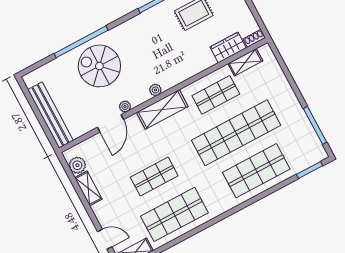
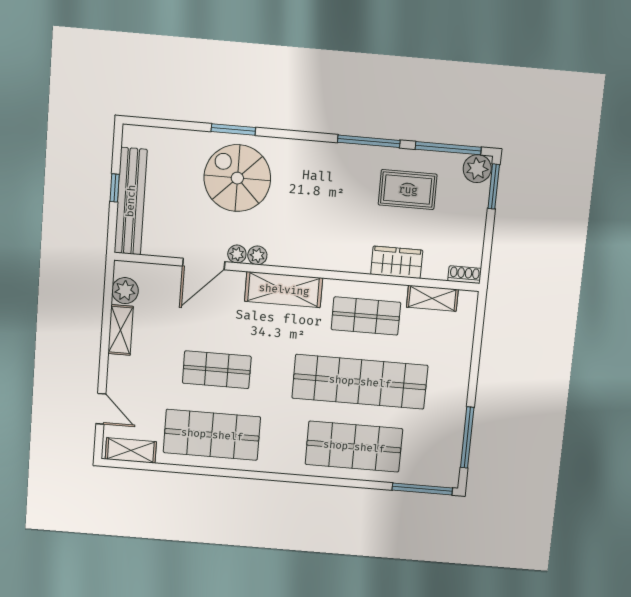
window: (81, 42) -> (233, 129), width x0.47
wardrobe: (228, 48) -> (397, 262), moved
plant: (155, 90) -> (257, 255), moved
window: (38, 113) -> (115, 188), added
window: (310, 170) -> (422, 489), width x1.44

